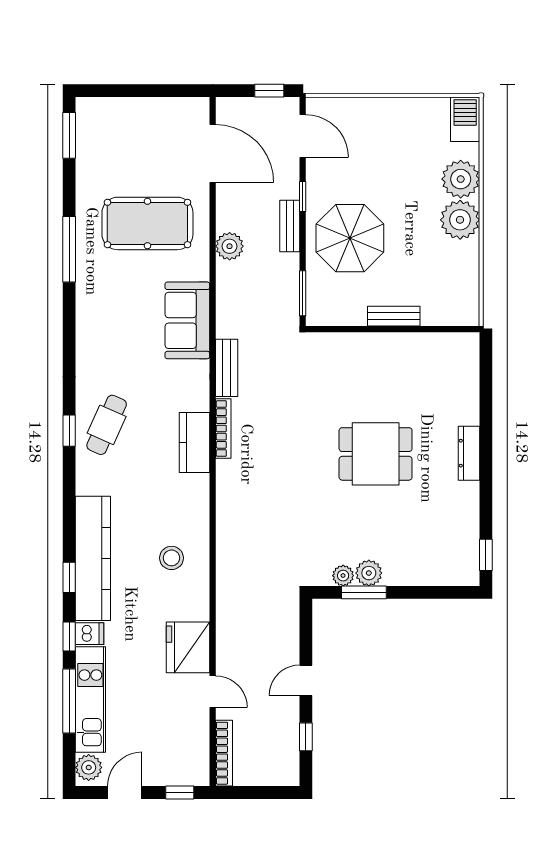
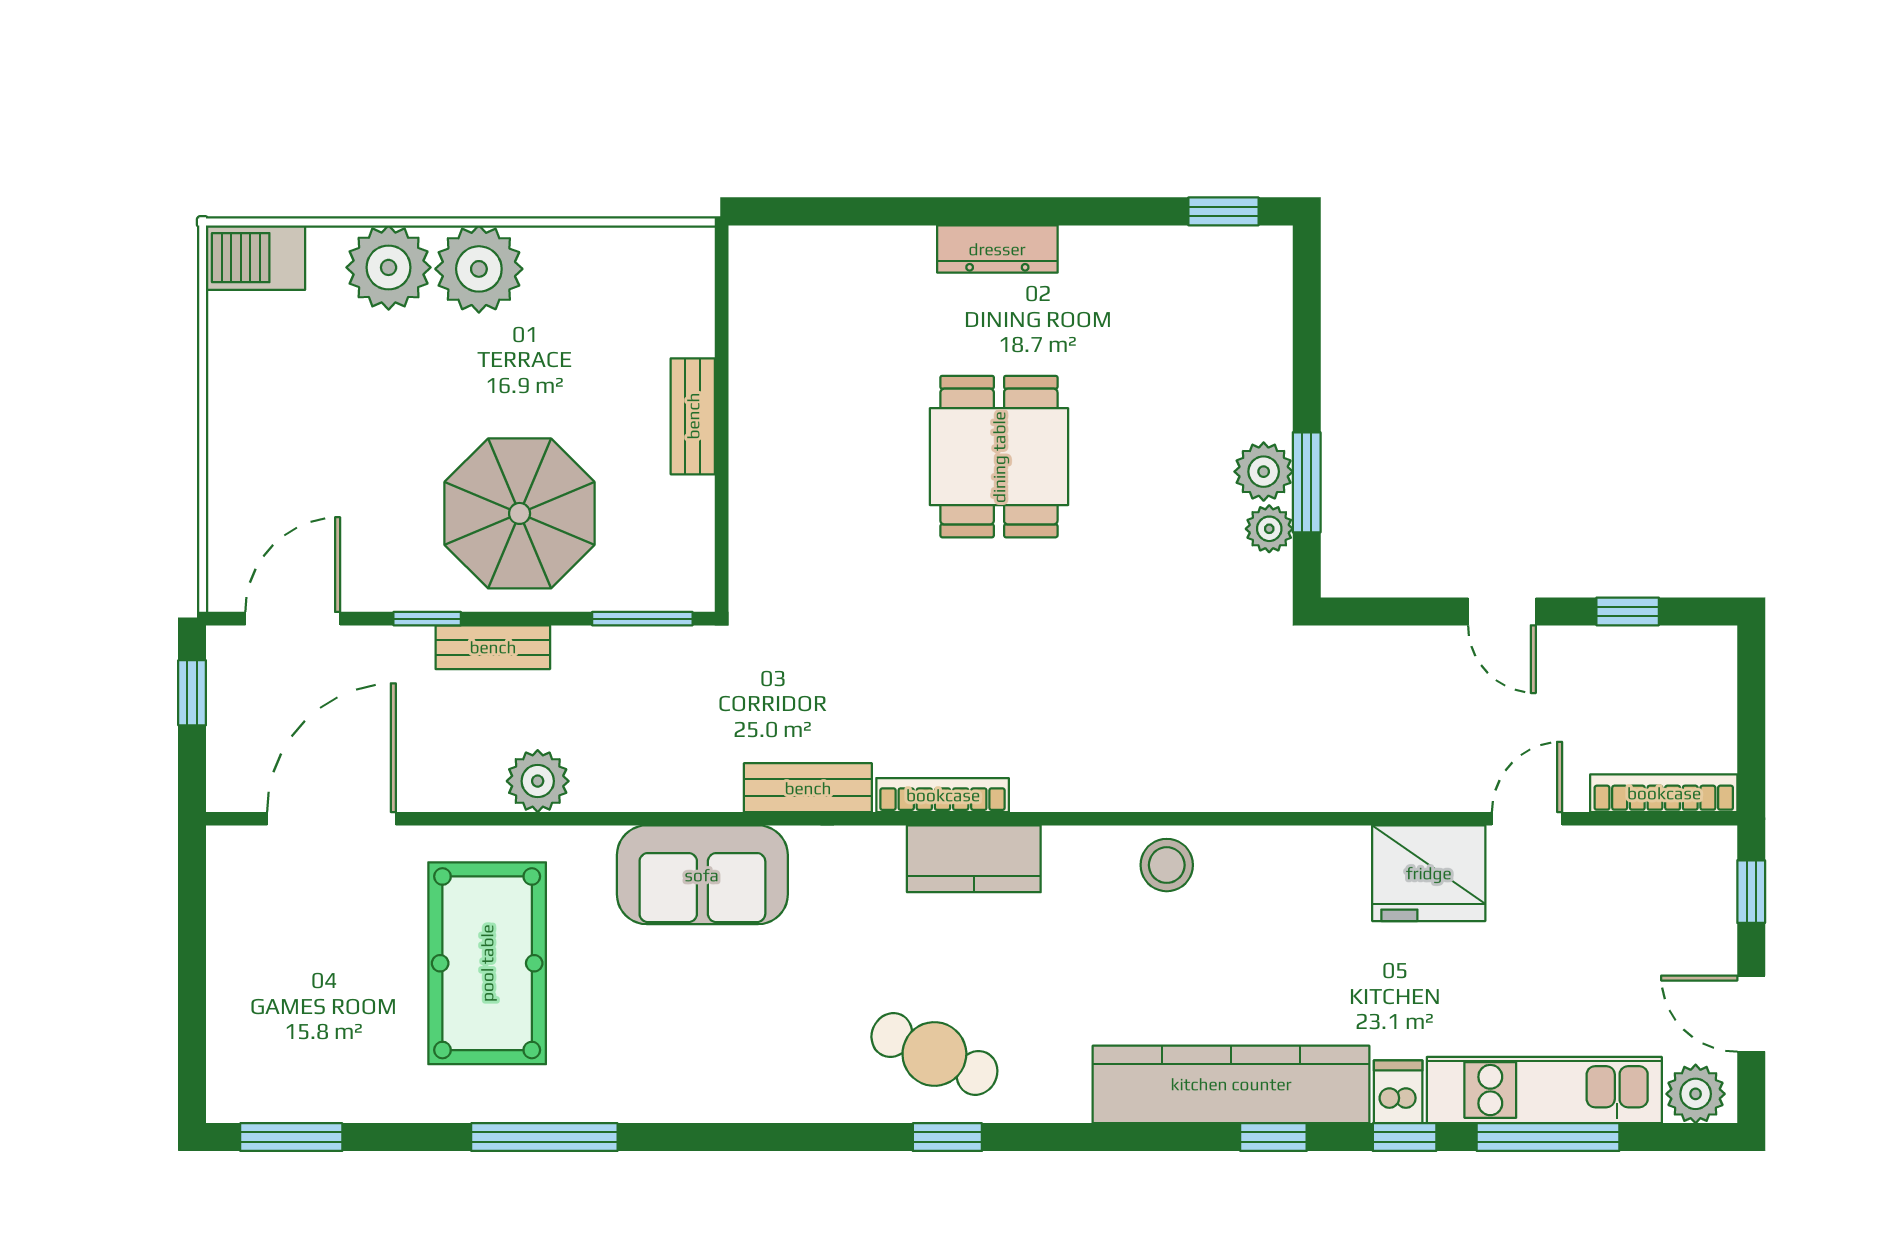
stool: (172, 558) -> (1167, 865), moved

